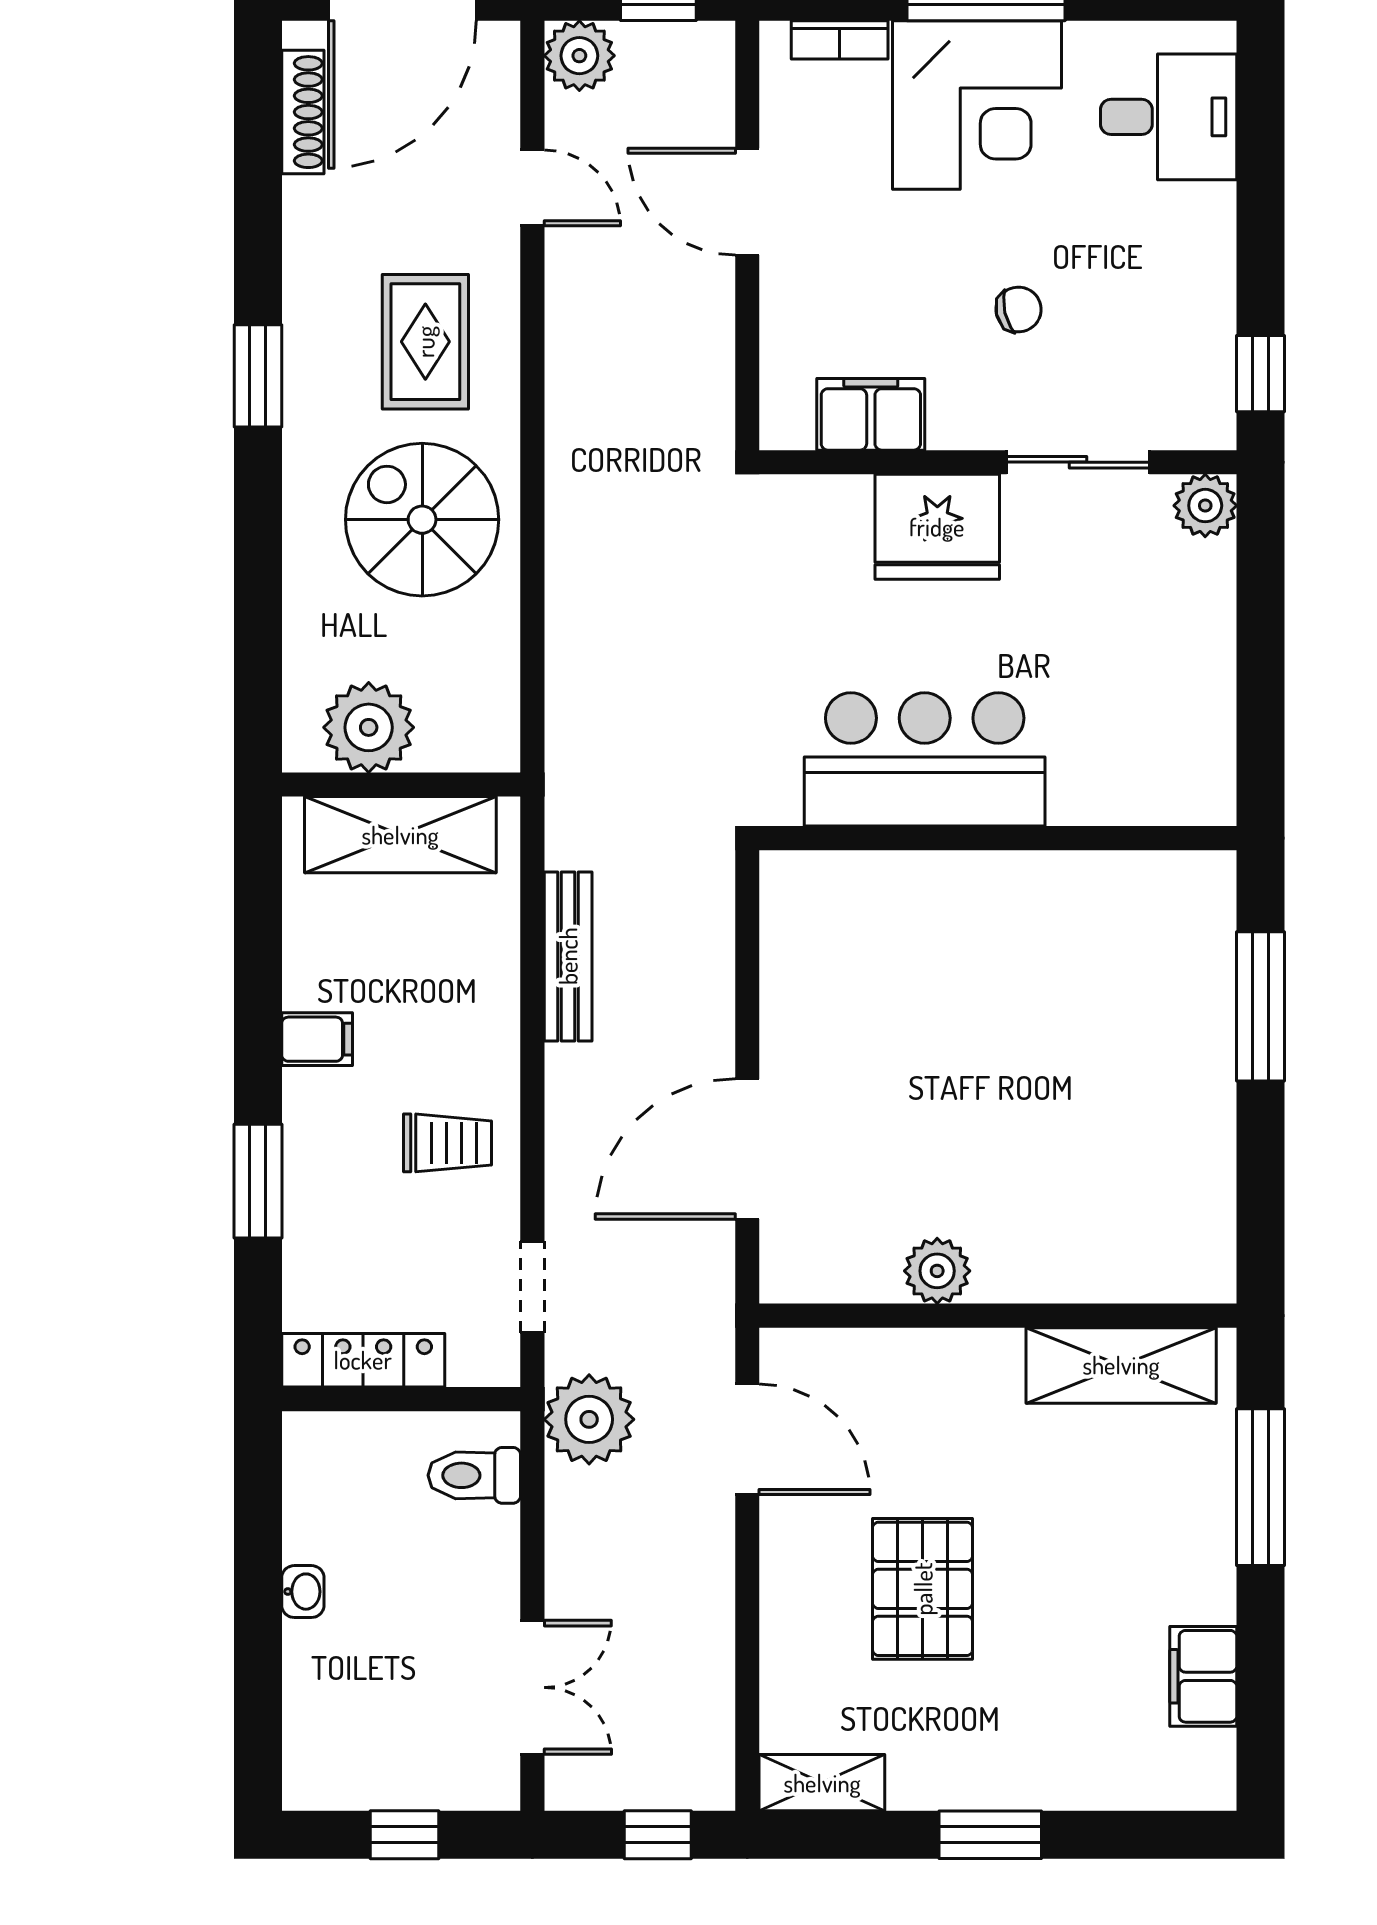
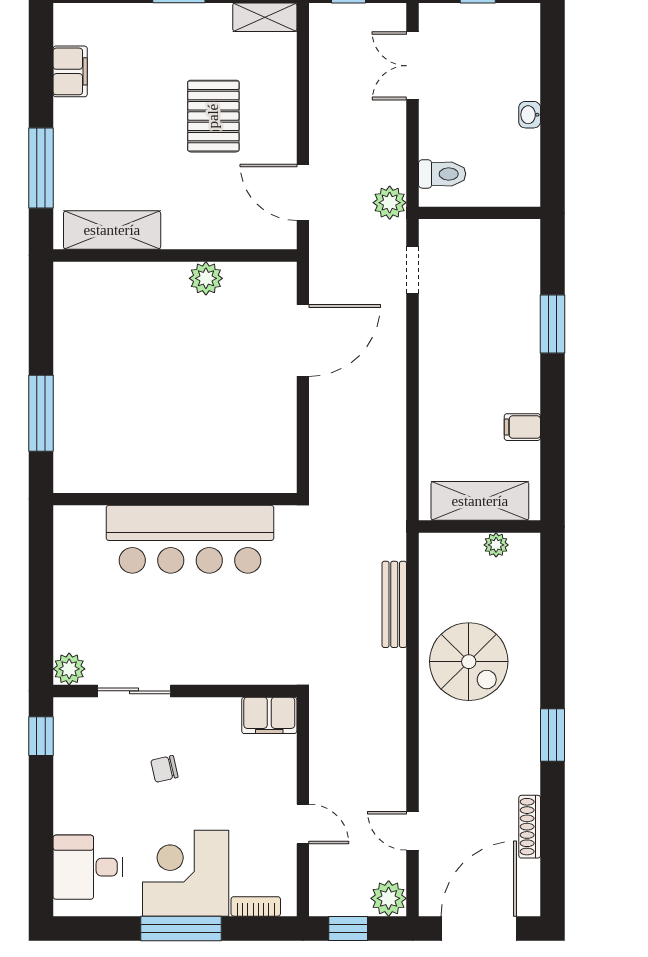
shoe rack: (303, 112) -> (530, 827), moved
door: (747, 202) -> (303, 824), width x0.73
rug: (425, 342) -> (467, 752), removed
filing cabinet: (871, 414) -> (269, 715), moved
fridge: (937, 527) -> (206, 658), removed
plant: (369, 727) -> (496, 545), width x0.53, depth x0.53
bar counter: (925, 759) -> (190, 539), width x1.36
bench: (568, 956) -> (394, 604), moved
filing cabinet: (317, 1039) -> (522, 427), moved
trolley: (448, 1143) -> (456, 344), removed
locker: (363, 1360) -> (499, 233), removed
plant: (589, 1419) -> (390, 203), width x0.73, depth x0.73

